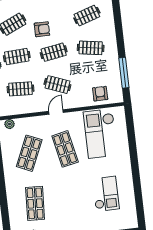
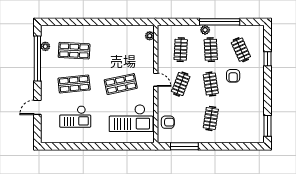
clothes rail: (87, 15) -> (241, 118), removed
checkout: (100, 134) -> (131, 118), turned 180
shop shelf: (29, 153) -> (74, 84), moved, turned -30

